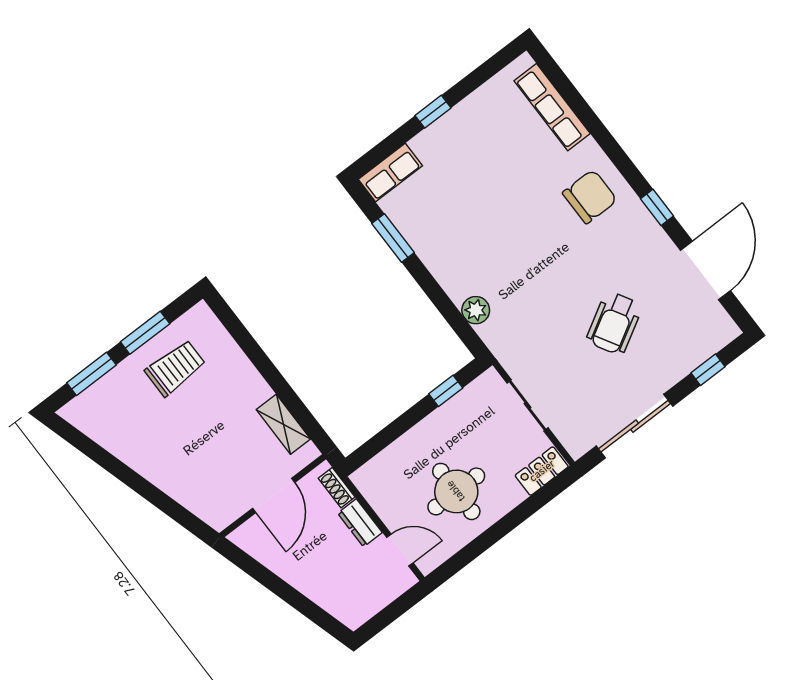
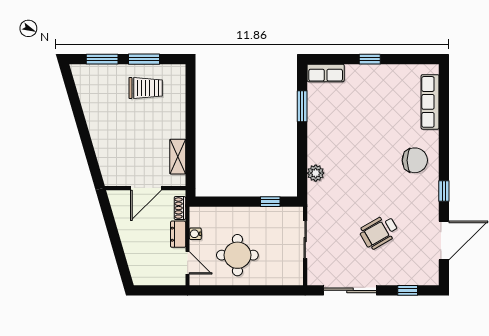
locker: (542, 471) -> (287, 277), removed
water cooler: (382, 505) -> (195, 234), added

